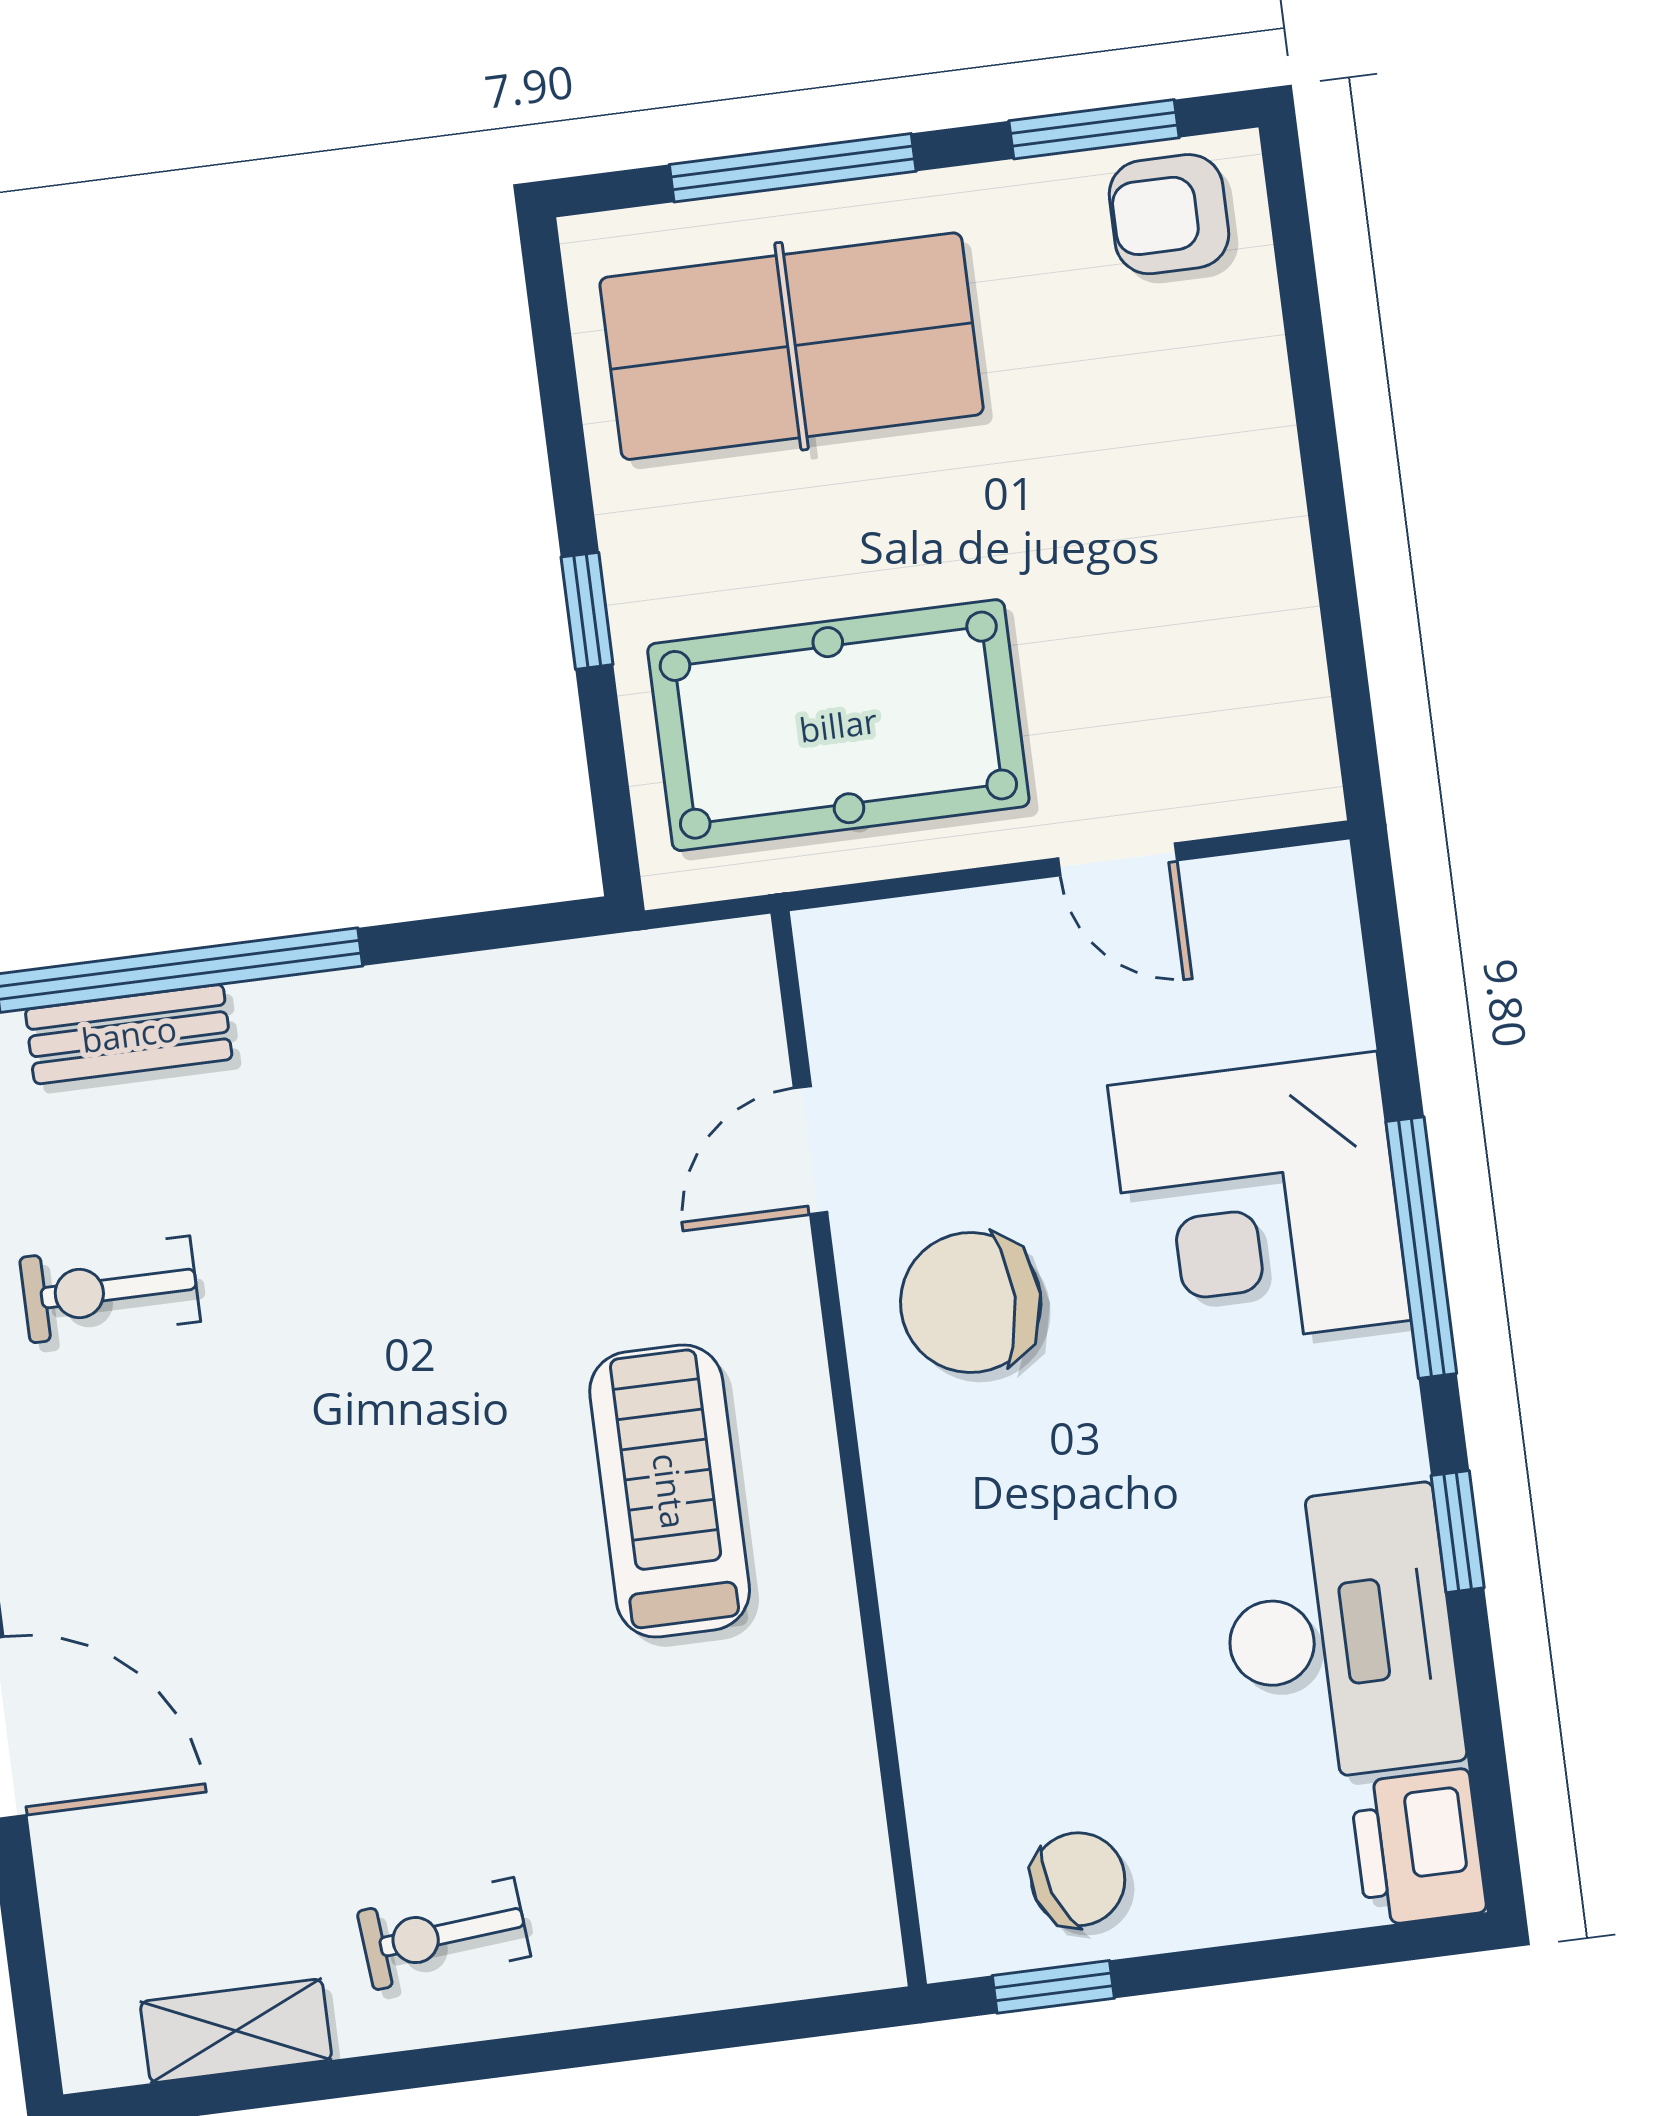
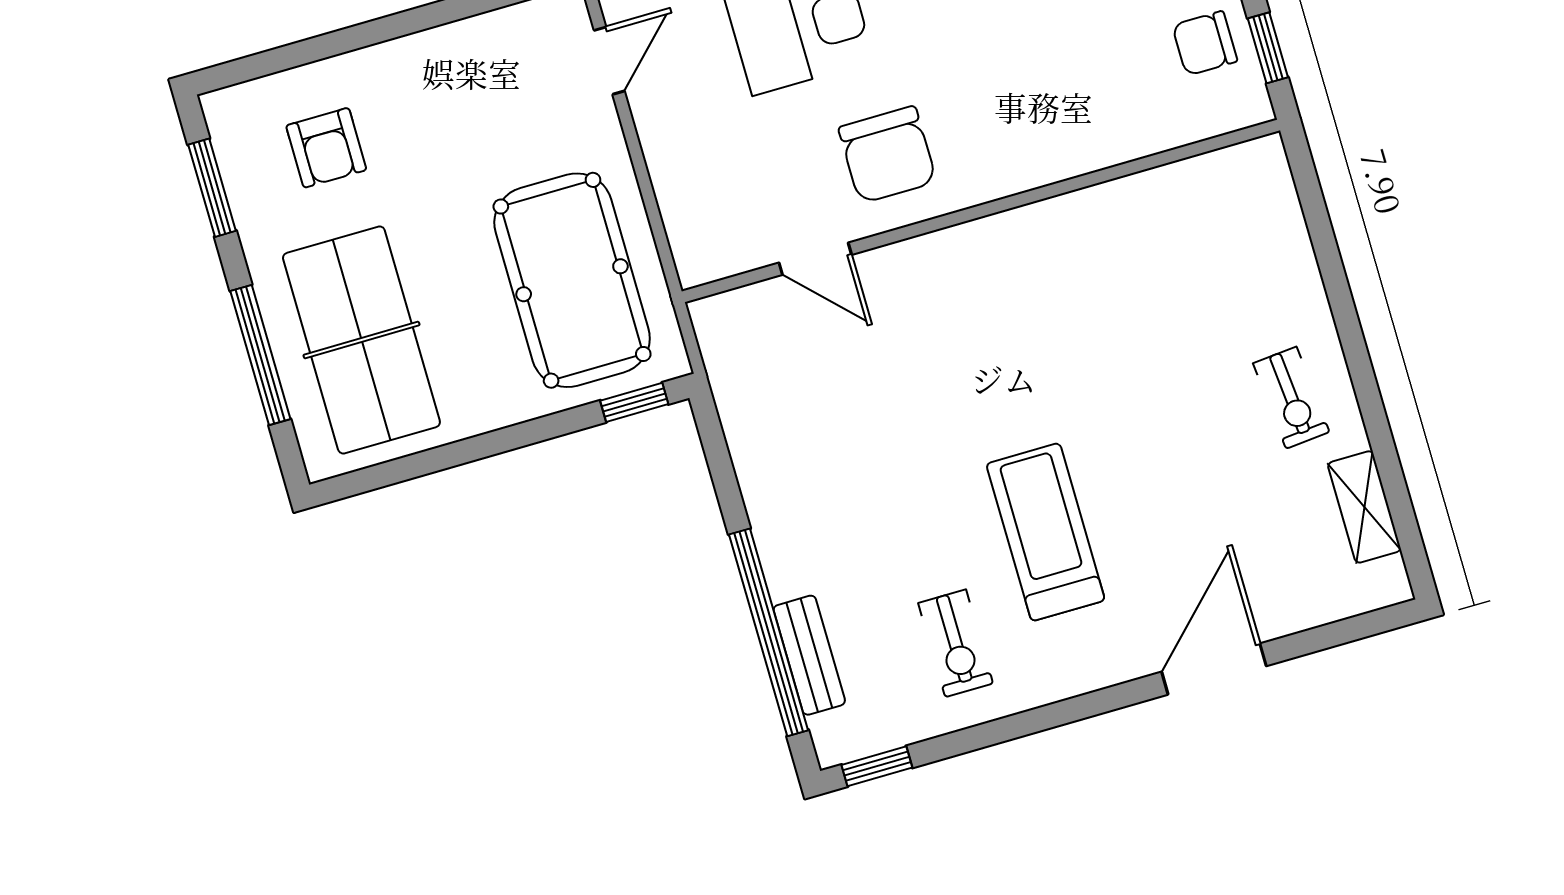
armchair: (1169, 214) -> (326, 148), moved
window: (587, 611) -> (634, 402), moved
door: (1117, 859) -> (609, 61), moved
treadmill: (670, 1491) -> (1046, 532), moved, turned 90
chair: (1078, 1879) -> (1205, 43), turned -71

